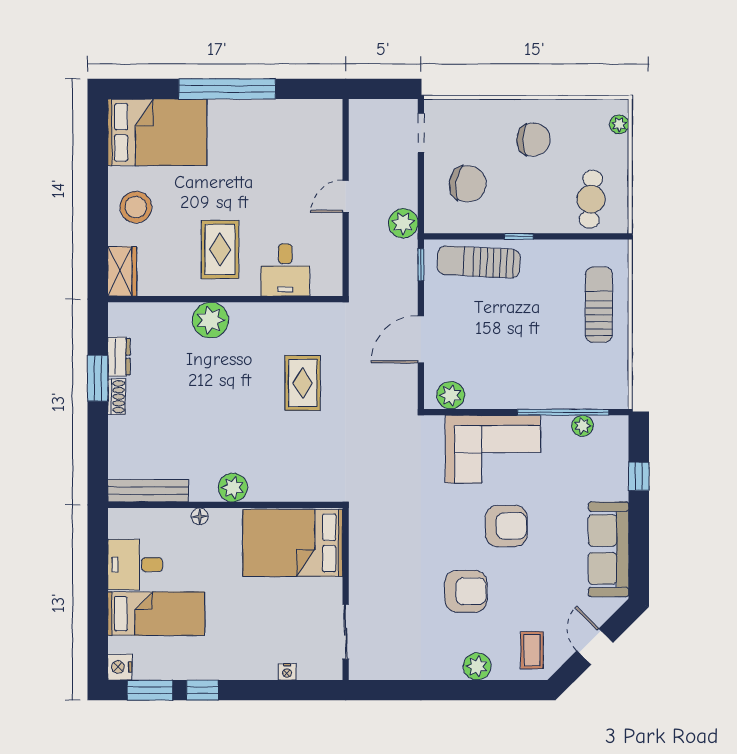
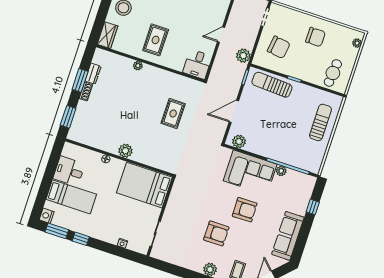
desk: (285, 270) -> (197, 64), moved
plant: (210, 320) -> (138, 66), width x0.53, depth x0.53
plant: (582, 426) -> (281, 171), moved
window: (98, 458) -> (68, 117), added
bench: (148, 491) -> (86, 139), removed

